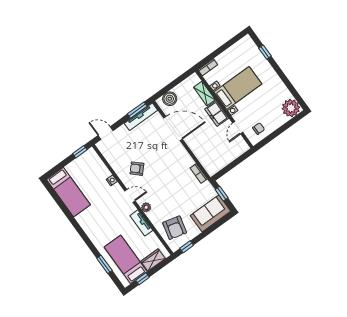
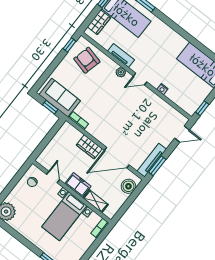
wardrobe: (196, 146) -> (89, 147), added
armchair: (137, 169) -> (141, 108), removed
sofa: (210, 213) -> (60, 98), moved, turned -90

